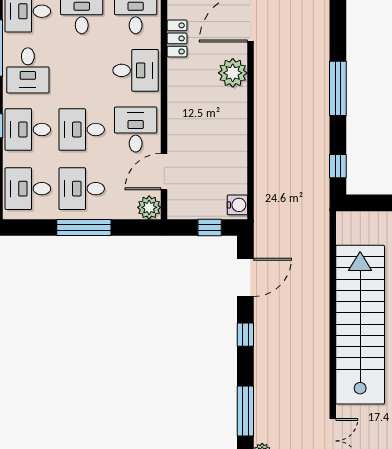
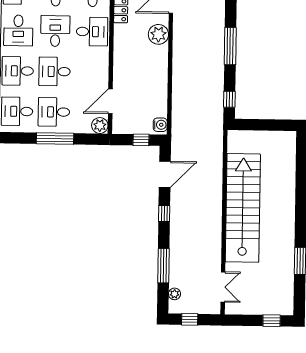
desk: (136, 130) -> (55, 31), moved

